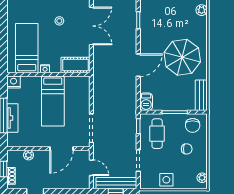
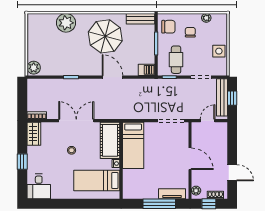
plant: (202, 10) -> (66, 23), width x1.88, depth x1.88
cot: (75, 65) -> (110, 140), width x1.37, depth x1.34
nightstand: (14, 82) -> (128, 193), removed
bed: (53, 101) -> (133, 145), moved, turned 90
tv unit: (12, 118) -> (172, 194), moved
cafe table: (157, 134) -> (176, 60), turned 90
door: (61, 149) -> (190, 159), moved
plant: (29, 155) -> (196, 191), moved
plant: (202, 178) -> (206, 18), moved

